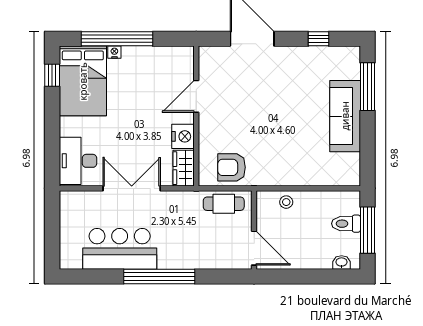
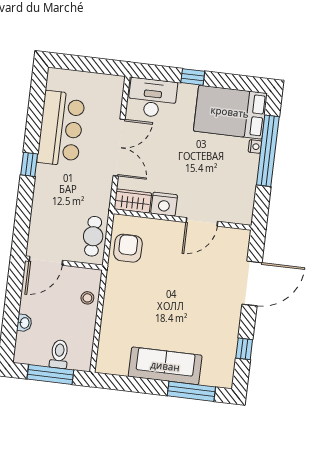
window: (52, 75) -> (193, 77), moved
door: (196, 96) -> (202, 222), swing flipped
washbasin: (342, 262) -> (24, 323), moved
window: (159, 277) -> (29, 164), width x0.32

